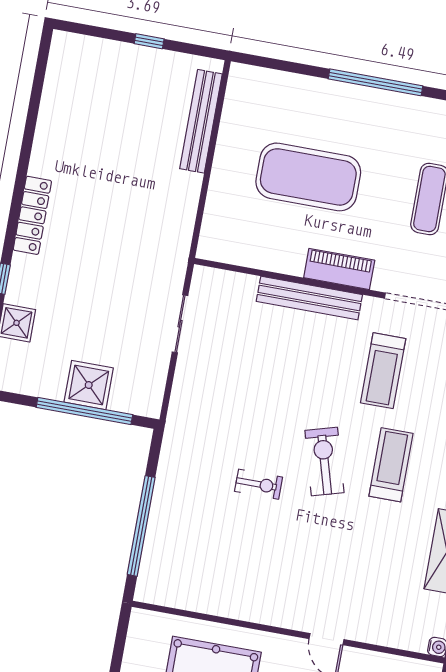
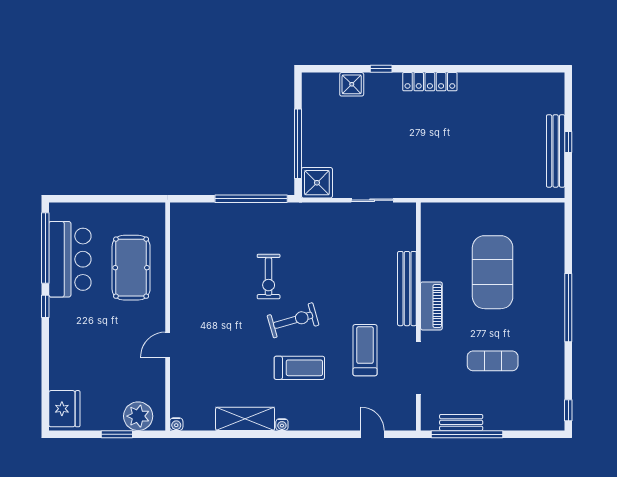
bench: (201, 121) -> (556, 151), moved, turned 90
treadmill: (383, 371) -> (365, 350), turned 90
shower: (89, 385) -> (317, 183), moved
exercise bike: (259, 484) -> (269, 277), width x1.38, depth x1.39
window: (141, 526) -> (251, 199), moved

